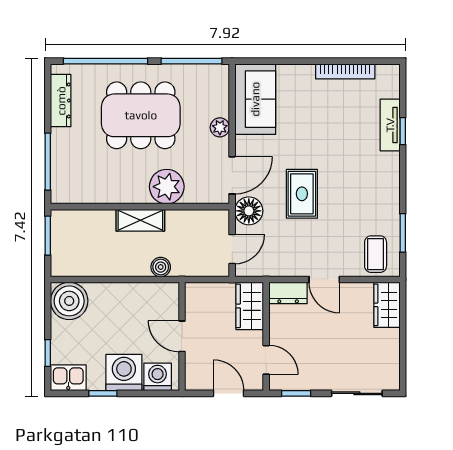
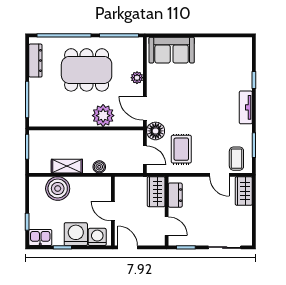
bookcase: (345, 71) -> (217, 42), removed
sofa: (255, 99) -> (172, 50), moved, turned 90
tv unit: (390, 125) -> (246, 107), moved
door: (232, 175) -> (145, 108), swing flipped
rug: (302, 194) -> (181, 149), moved
shelving: (140, 220) -> (67, 166), moved
door: (232, 249) -> (145, 155), hinge flipped
door: (324, 279) -> (219, 175), moved
dresser: (288, 293) -> (175, 195), moved, turned -90
boiler: (69, 301) -> (58, 189), moved
door: (228, 393) -> (128, 247), moved

